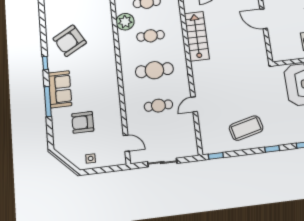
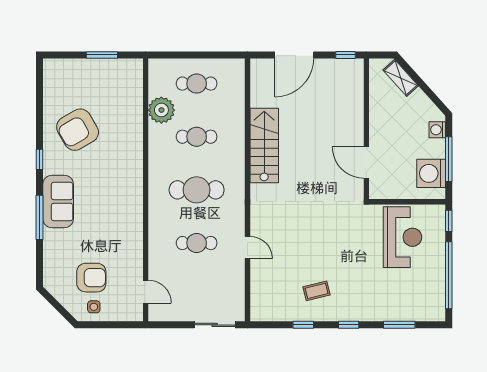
door: (264, 19) -> (366, 163), moved
door: (194, 104) -> (247, 248), swing flipped
armchair: (83, 122) -> (91, 278), moved, turned 180
coffee table: (246, 128) -> (317, 291), width x0.54, depth x0.58
window: (216, 156) -> (303, 325), moved
sliding door: (162, 162) -> (215, 325), moved

